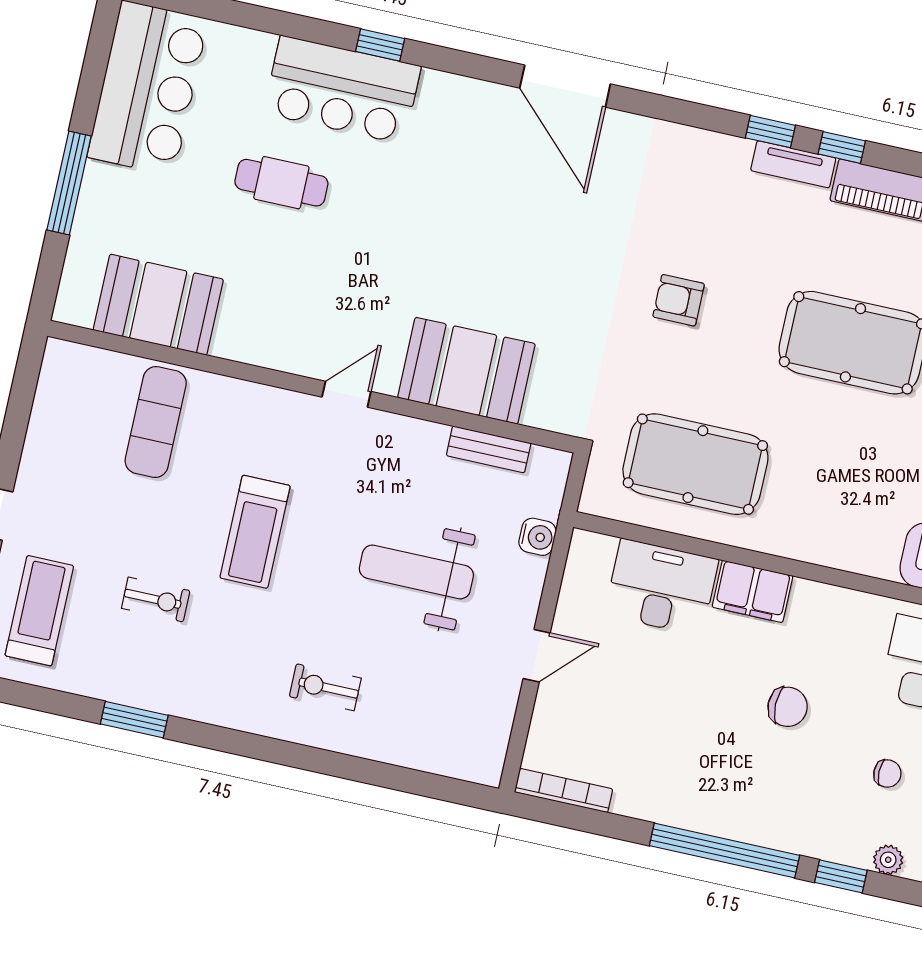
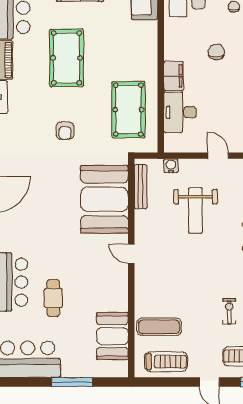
booth: (466, 371) -> (104, 199), width x1.36, depth x1.42
bench: (489, 449) -> (141, 187), width x1.36
treadmill: (255, 532) -> (166, 362), moved

